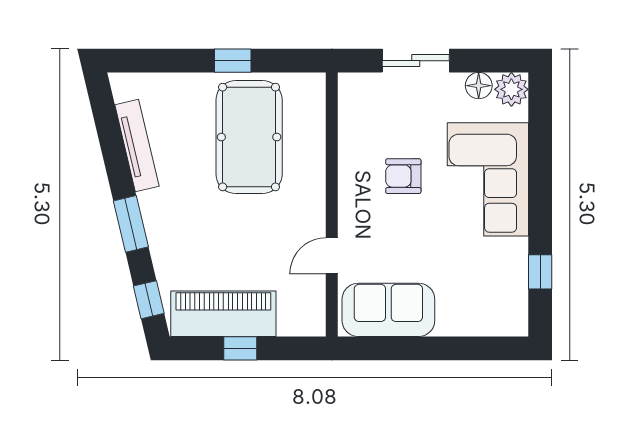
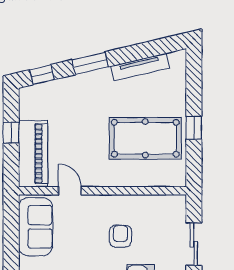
piano: (223, 314) -> (33, 154), moved

